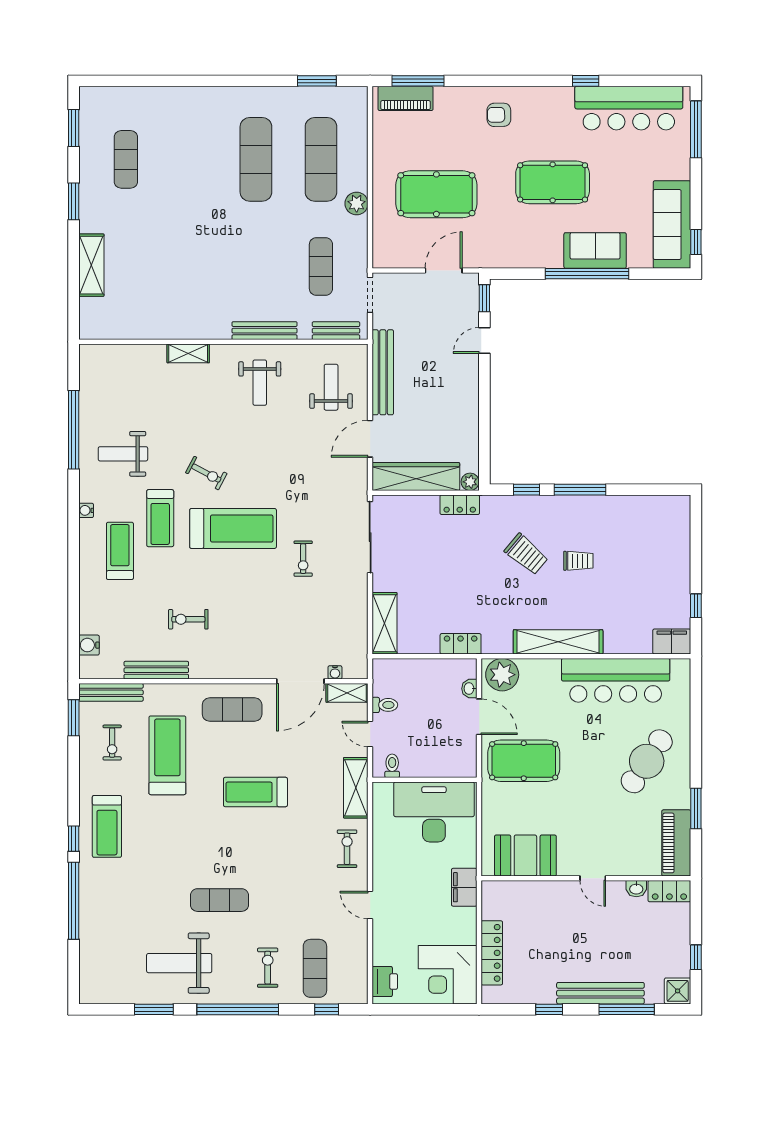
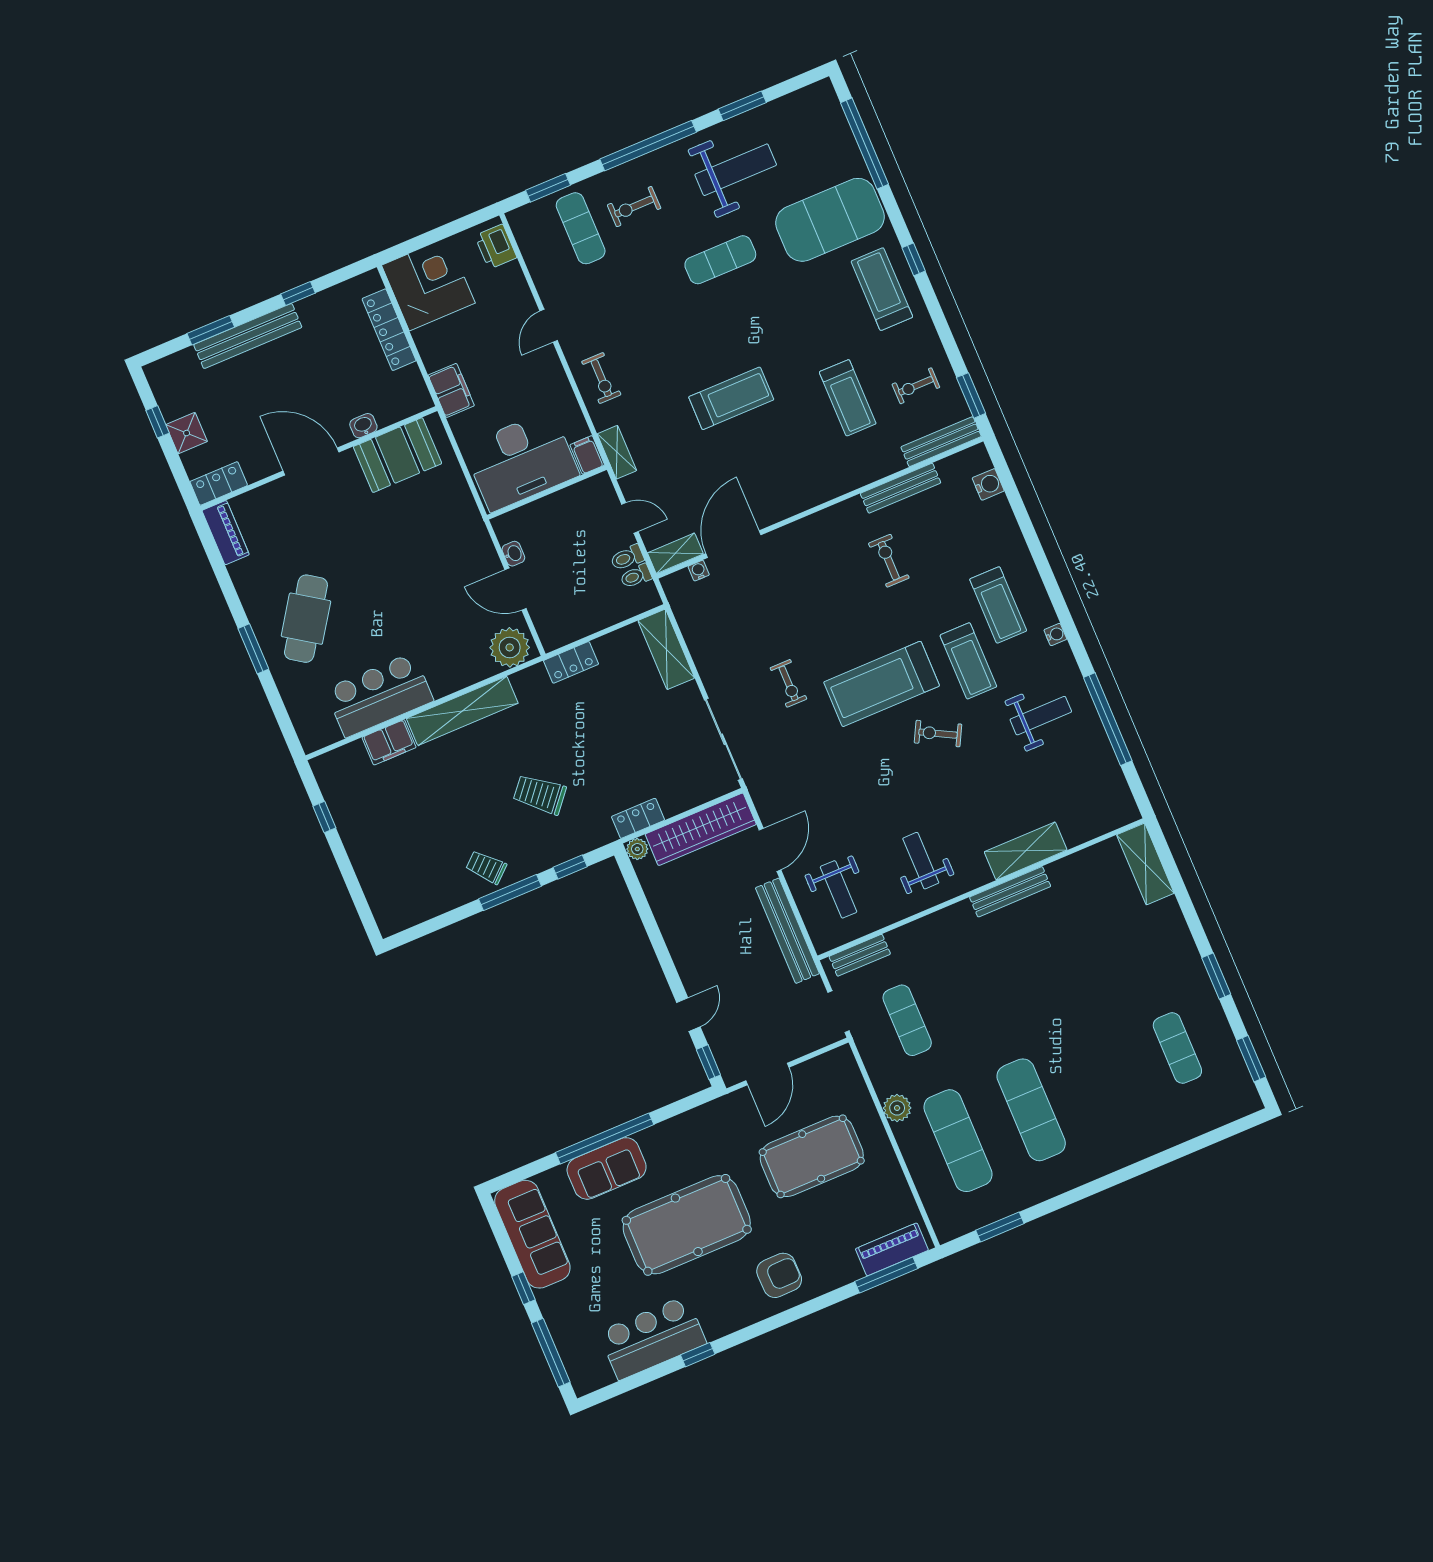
bar counter: (629, 108) -> (652, 1338), width x0.73
armchair: (499, 115) -> (779, 1275), width x1.38, depth x1.38
pool table: (553, 182) -> (687, 1225), width x1.36, depth x1.32
window: (696, 242) -> (523, 1288), moved
shelving: (91, 265) -> (1145, 864), moved
bench: (265, 331) -> (1010, 892), moved
shelving: (188, 353) -> (1026, 851), width x1.50, depth x1.33
treadmill: (160, 518) -> (968, 661), turned 180
exercise bike: (303, 559) -> (788, 683), turned 180
trolley: (578, 561) -> (486, 867), moved, turned 48
exercise bike: (188, 619) -> (889, 561), turned -90
filing cabinet: (672, 641) -> (389, 742), moved
bar counter: (616, 680) -> (379, 695), width x0.73
washbasin: (469, 689) -> (513, 554), moved
exercise mat: (232, 710) -> (830, 220), moved, width x2.00, depth x1.45
exercise bike: (112, 743) -> (916, 386), turned -90
treadmill: (167, 755) -> (848, 398), width x0.73, depth x0.73
pool table: (524, 761) -> (444, 561), removed
toilet: (392, 766) -> (636, 576), moved, turned 90
shelving: (356, 788) -> (617, 452), width x0.67, depth x0.75
filing cabinet: (382, 795) -> (587, 455), added
window: (696, 809) -> (253, 649), moved
piano: (676, 843) -> (226, 533), width x0.73, depth x0.75
door: (593, 878) -> (311, 462), width x1.88
washbasin: (636, 889) -> (363, 426), moved
window: (74, 901) -> (865, 143), moved
door: (370, 905) -> (549, 326), swing flipped
exercise bike: (268, 968) -> (634, 207), turned 90
shower: (678, 991) -> (187, 433), moved
window: (327, 1009) -> (548, 188), width x1.50
window: (627, 1009) -> (211, 330), width x0.69

